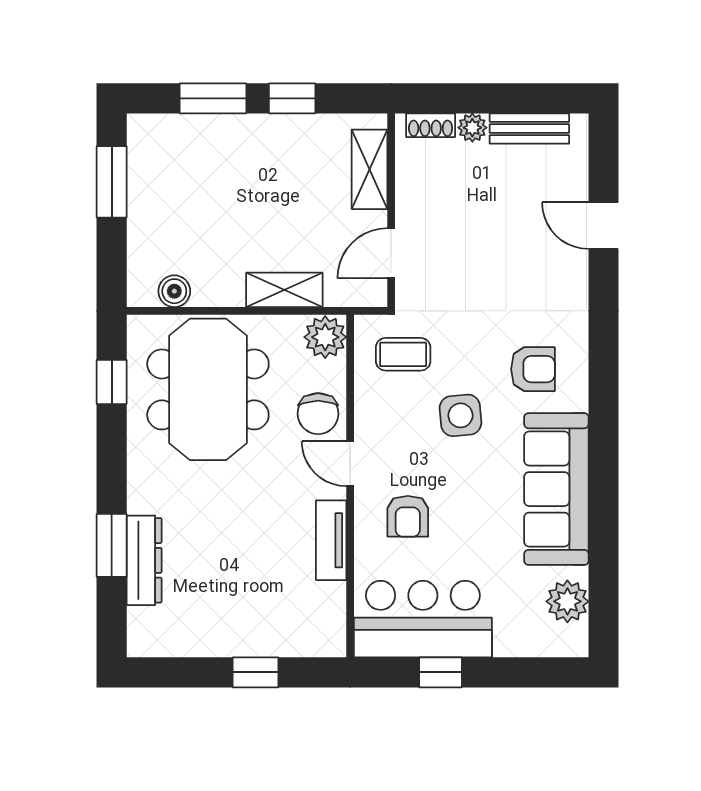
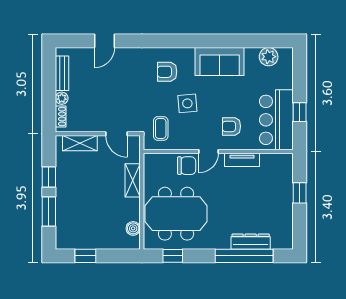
window: (112, 182) -> (85, 256), width x0.67
plant: (325, 337) -> (153, 162), removed
armchair: (533, 369) -> (167, 72), turned -90
sofa: (556, 489) -> (220, 62), width x0.73
armchair: (408, 516) -> (231, 126), turned 180
window: (112, 545) -> (244, 256), width x2.11

